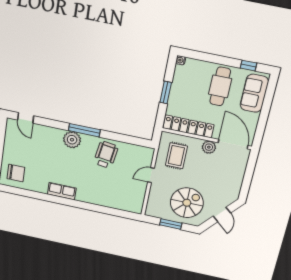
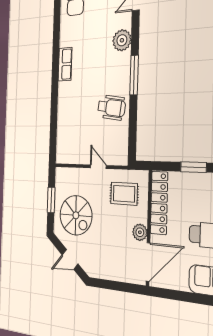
plant: (72, 140) -> (122, 40), moved

